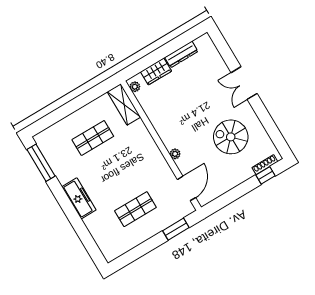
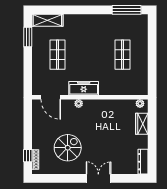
dresser: (181, 54) -> (143, 162), moved
shelving: (124, 104) -> (47, 20), moved
freezer: (79, 198) -> (84, 88), moved, turned 180
window: (176, 229) -> (28, 37), moved

